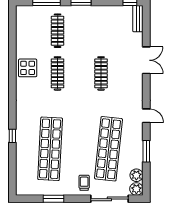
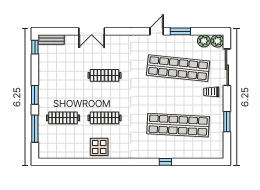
double door: (146, 60) -> (92, 31), swing flipped
door: (146, 116) -> (157, 31), moved

